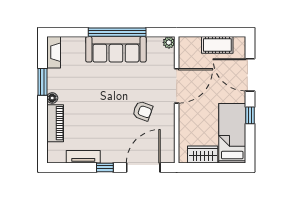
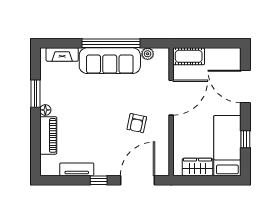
plant: (169, 42) -> (148, 54), moved
cot: (217, 45) -> (189, 56), moved
fireplace: (54, 52) -> (62, 55), moved, turned 90
armchair: (143, 111) -> (137, 123), turned 82
window: (250, 115) -> (245, 139), moved

